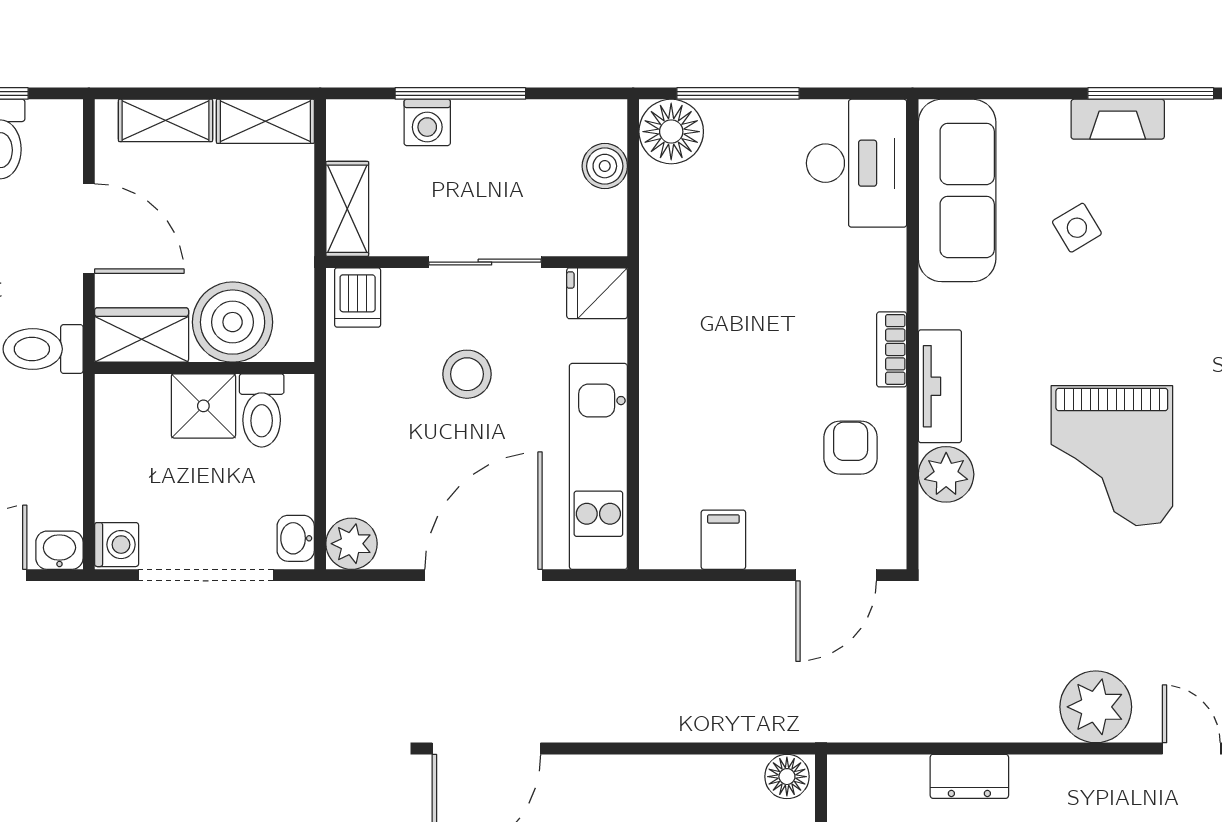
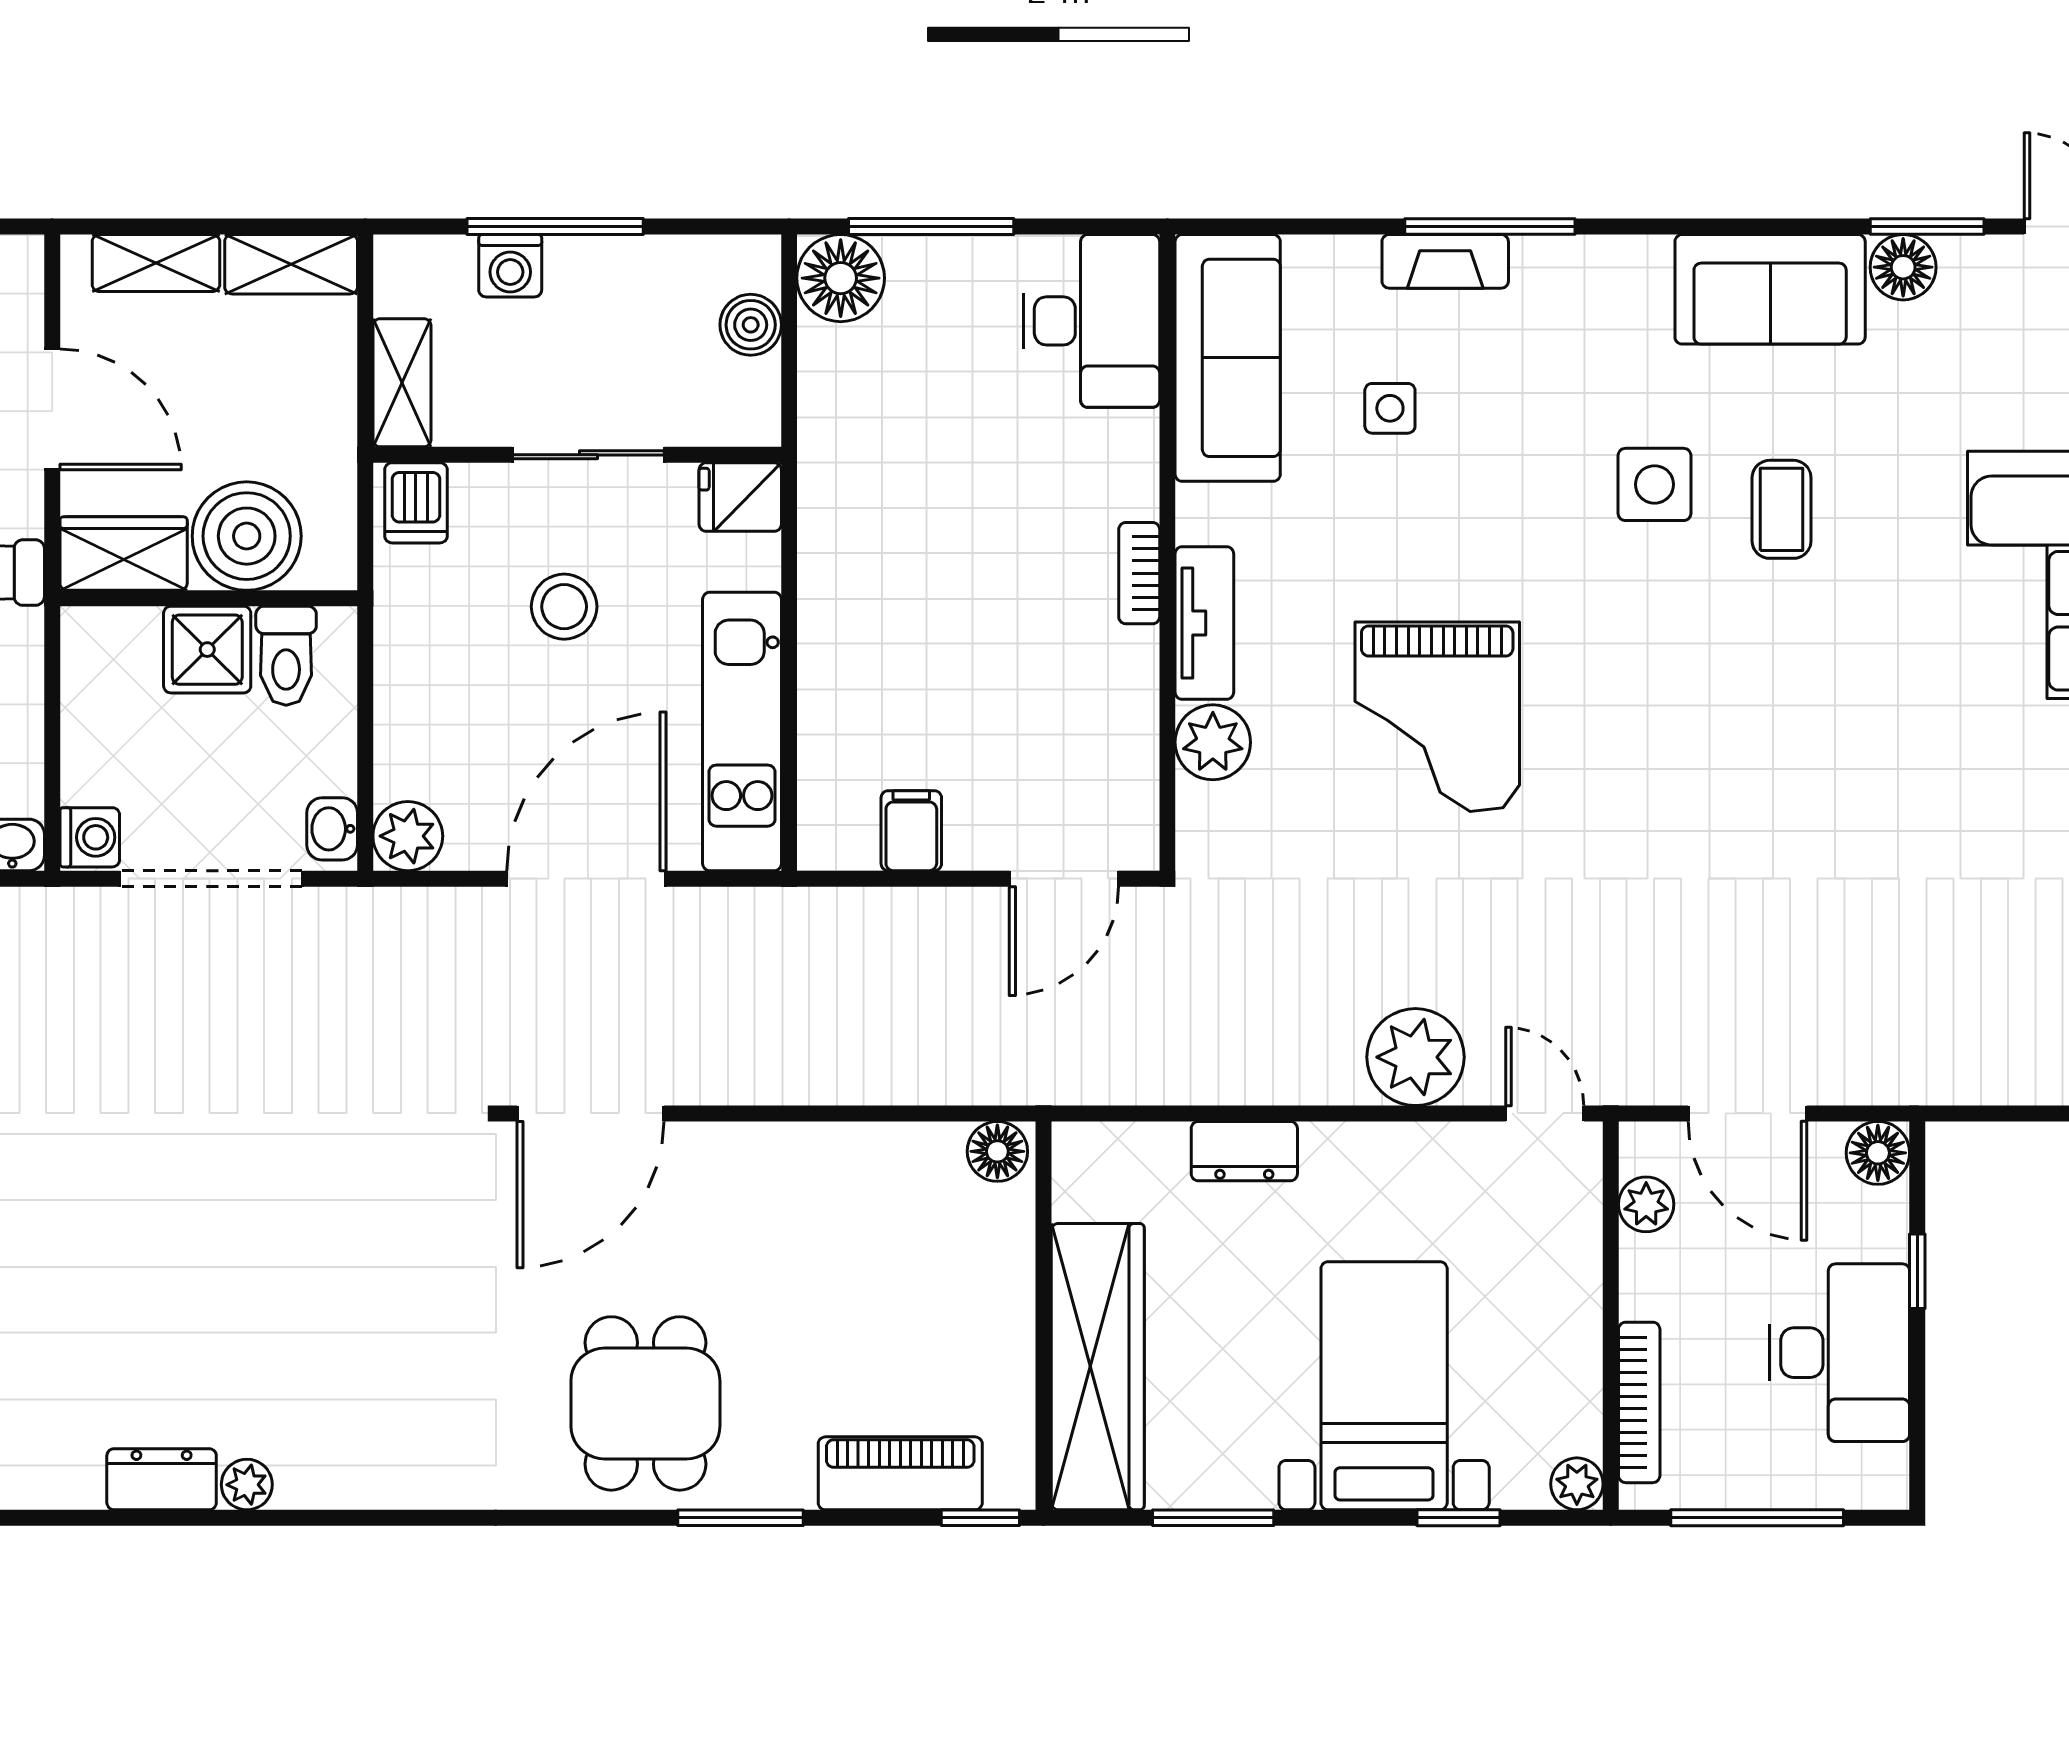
side table: (1077, 228) -> (1390, 408), turned 31
armchair: (851, 448) -> (1083, 706), removed

